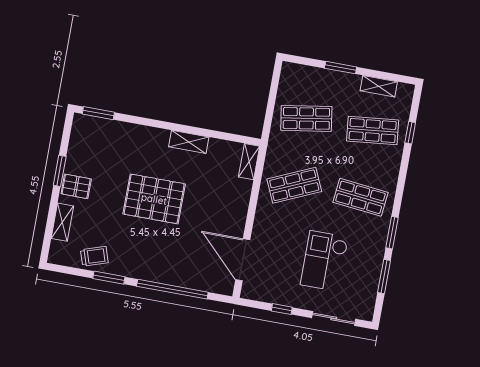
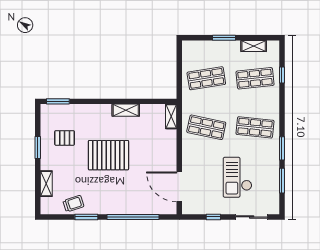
shop shelf: (294, 185) -> (206, 127), turned 36
pallet: (76, 186) -> (65, 138), moved

